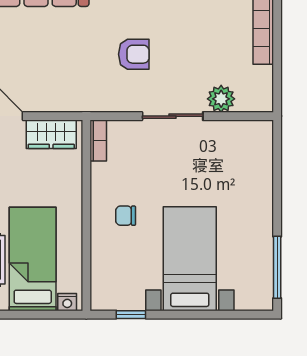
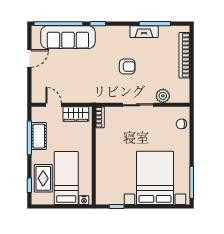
armchair: (134, 54) -> (127, 67), moved
chair: (126, 216) -> (181, 124), moved
bed with nightstands: (190, 259) -> (155, 178), width x1.36

